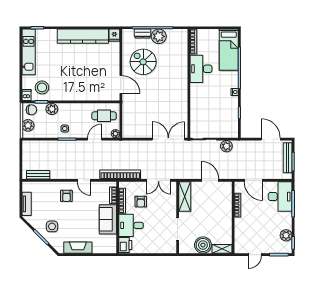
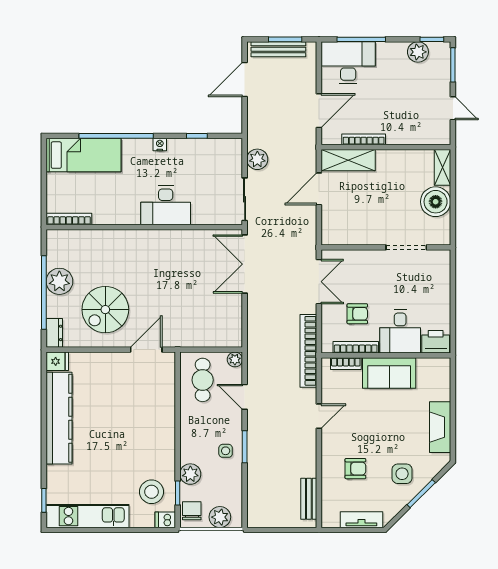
dresser: (142, 34) -> (54, 333), moved
desk: (201, 69) -> (166, 205), moved
armchair: (66, 196) -> (355, 469), moved
shelving: (185, 197) -> (348, 160), moved

